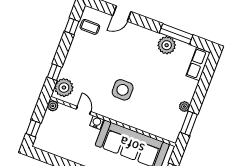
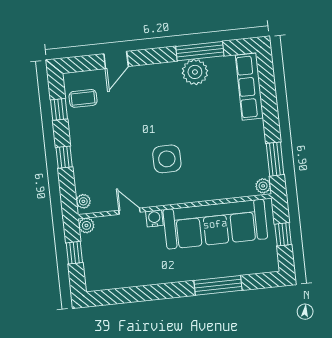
row of seats: (198, 64) -> (249, 87), width x1.48
window: (54, 72) -> (64, 157), moved
plant: (64, 88) -> (83, 201), width x0.53, depth x0.53
plant: (184, 106) -> (263, 186), moved
window: (33, 128) -> (74, 253), moved

